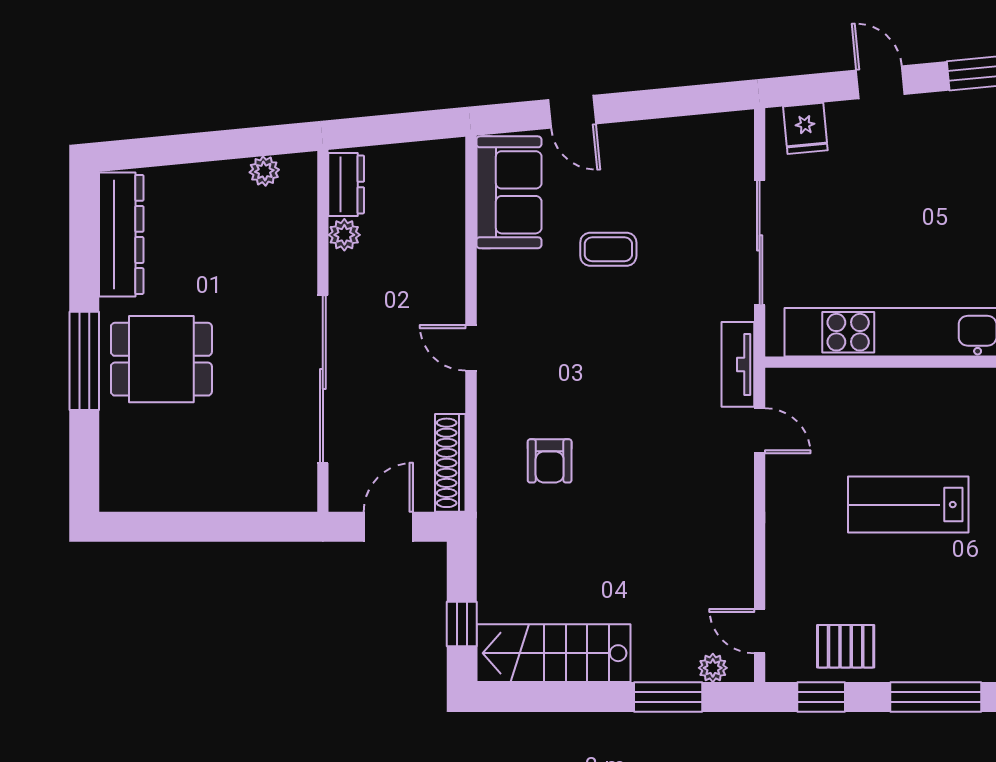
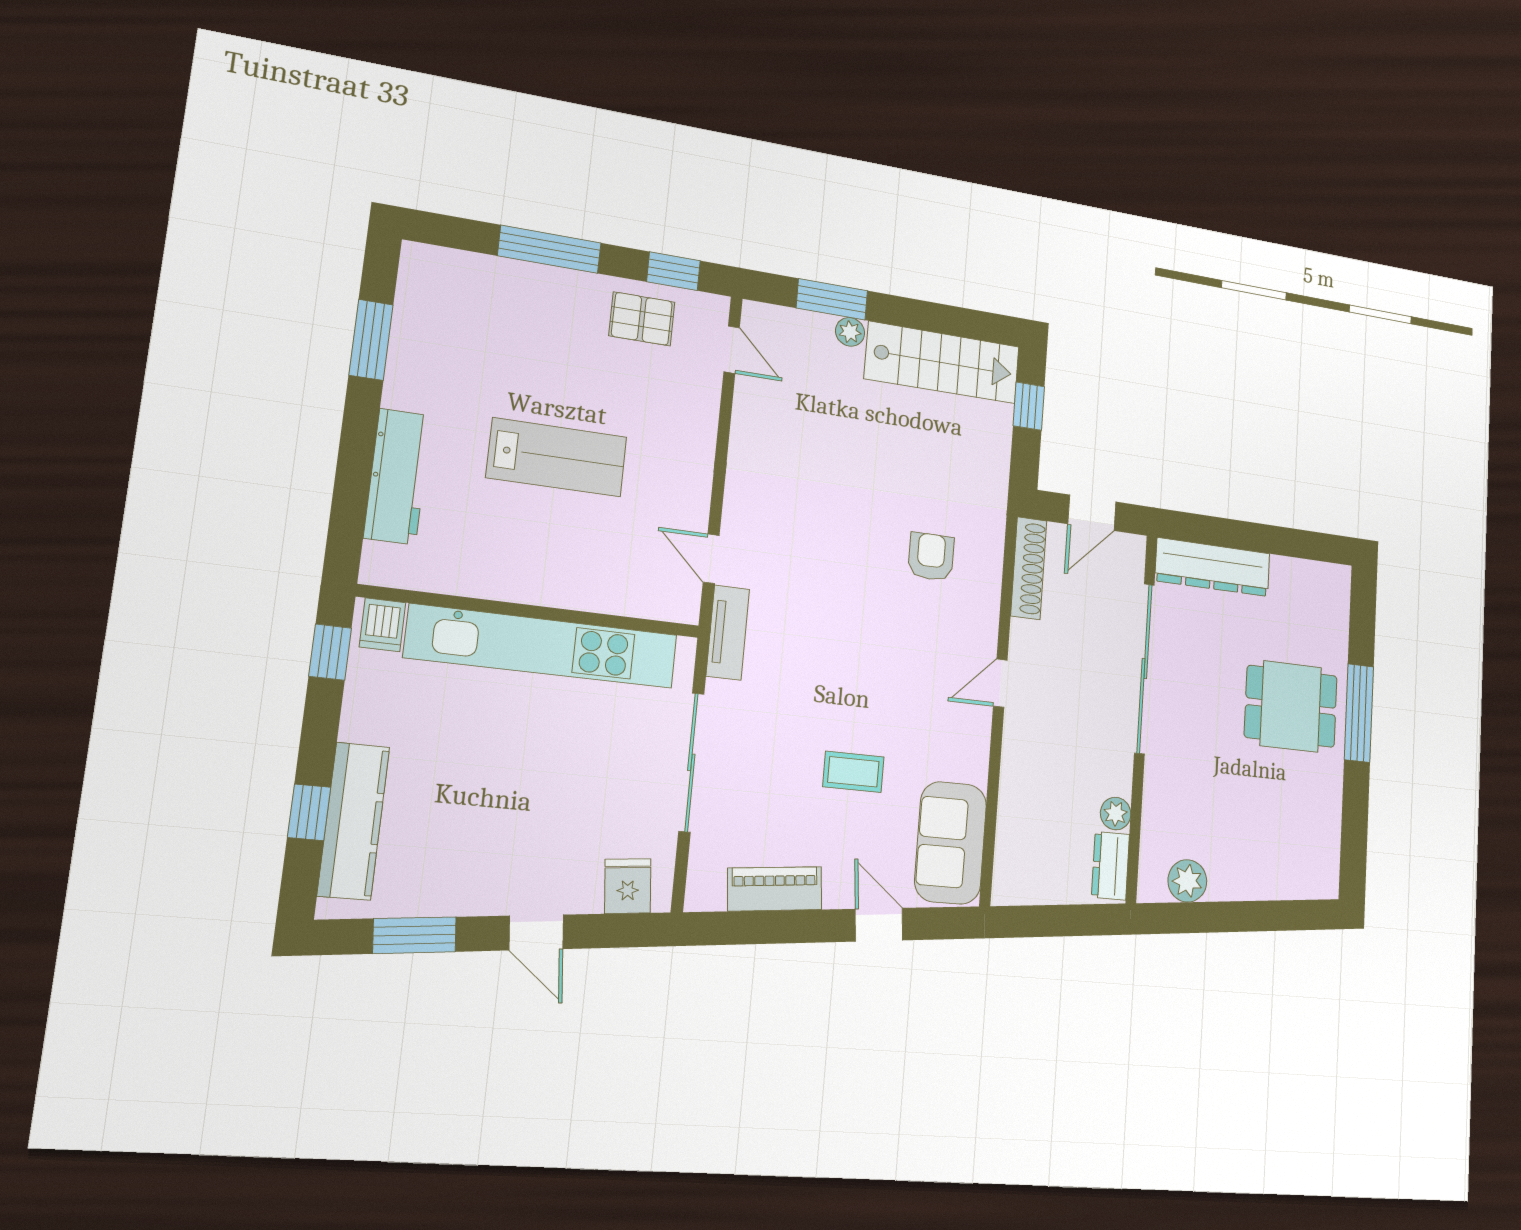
piano: (673, 136) -> (775, 889), added
plant: (264, 171) -> (1187, 881), width x1.38, depth x1.38
dresser: (121, 234) -> (1213, 567), moved, turned -90
door: (471, 348) -> (1000, 683), swing flipped
plant: (713, 668) -> (850, 332), moved

